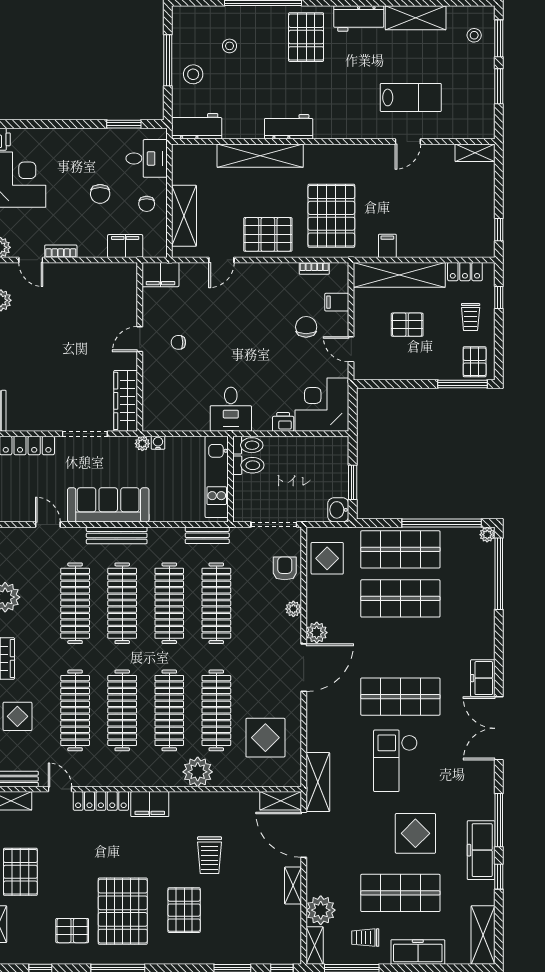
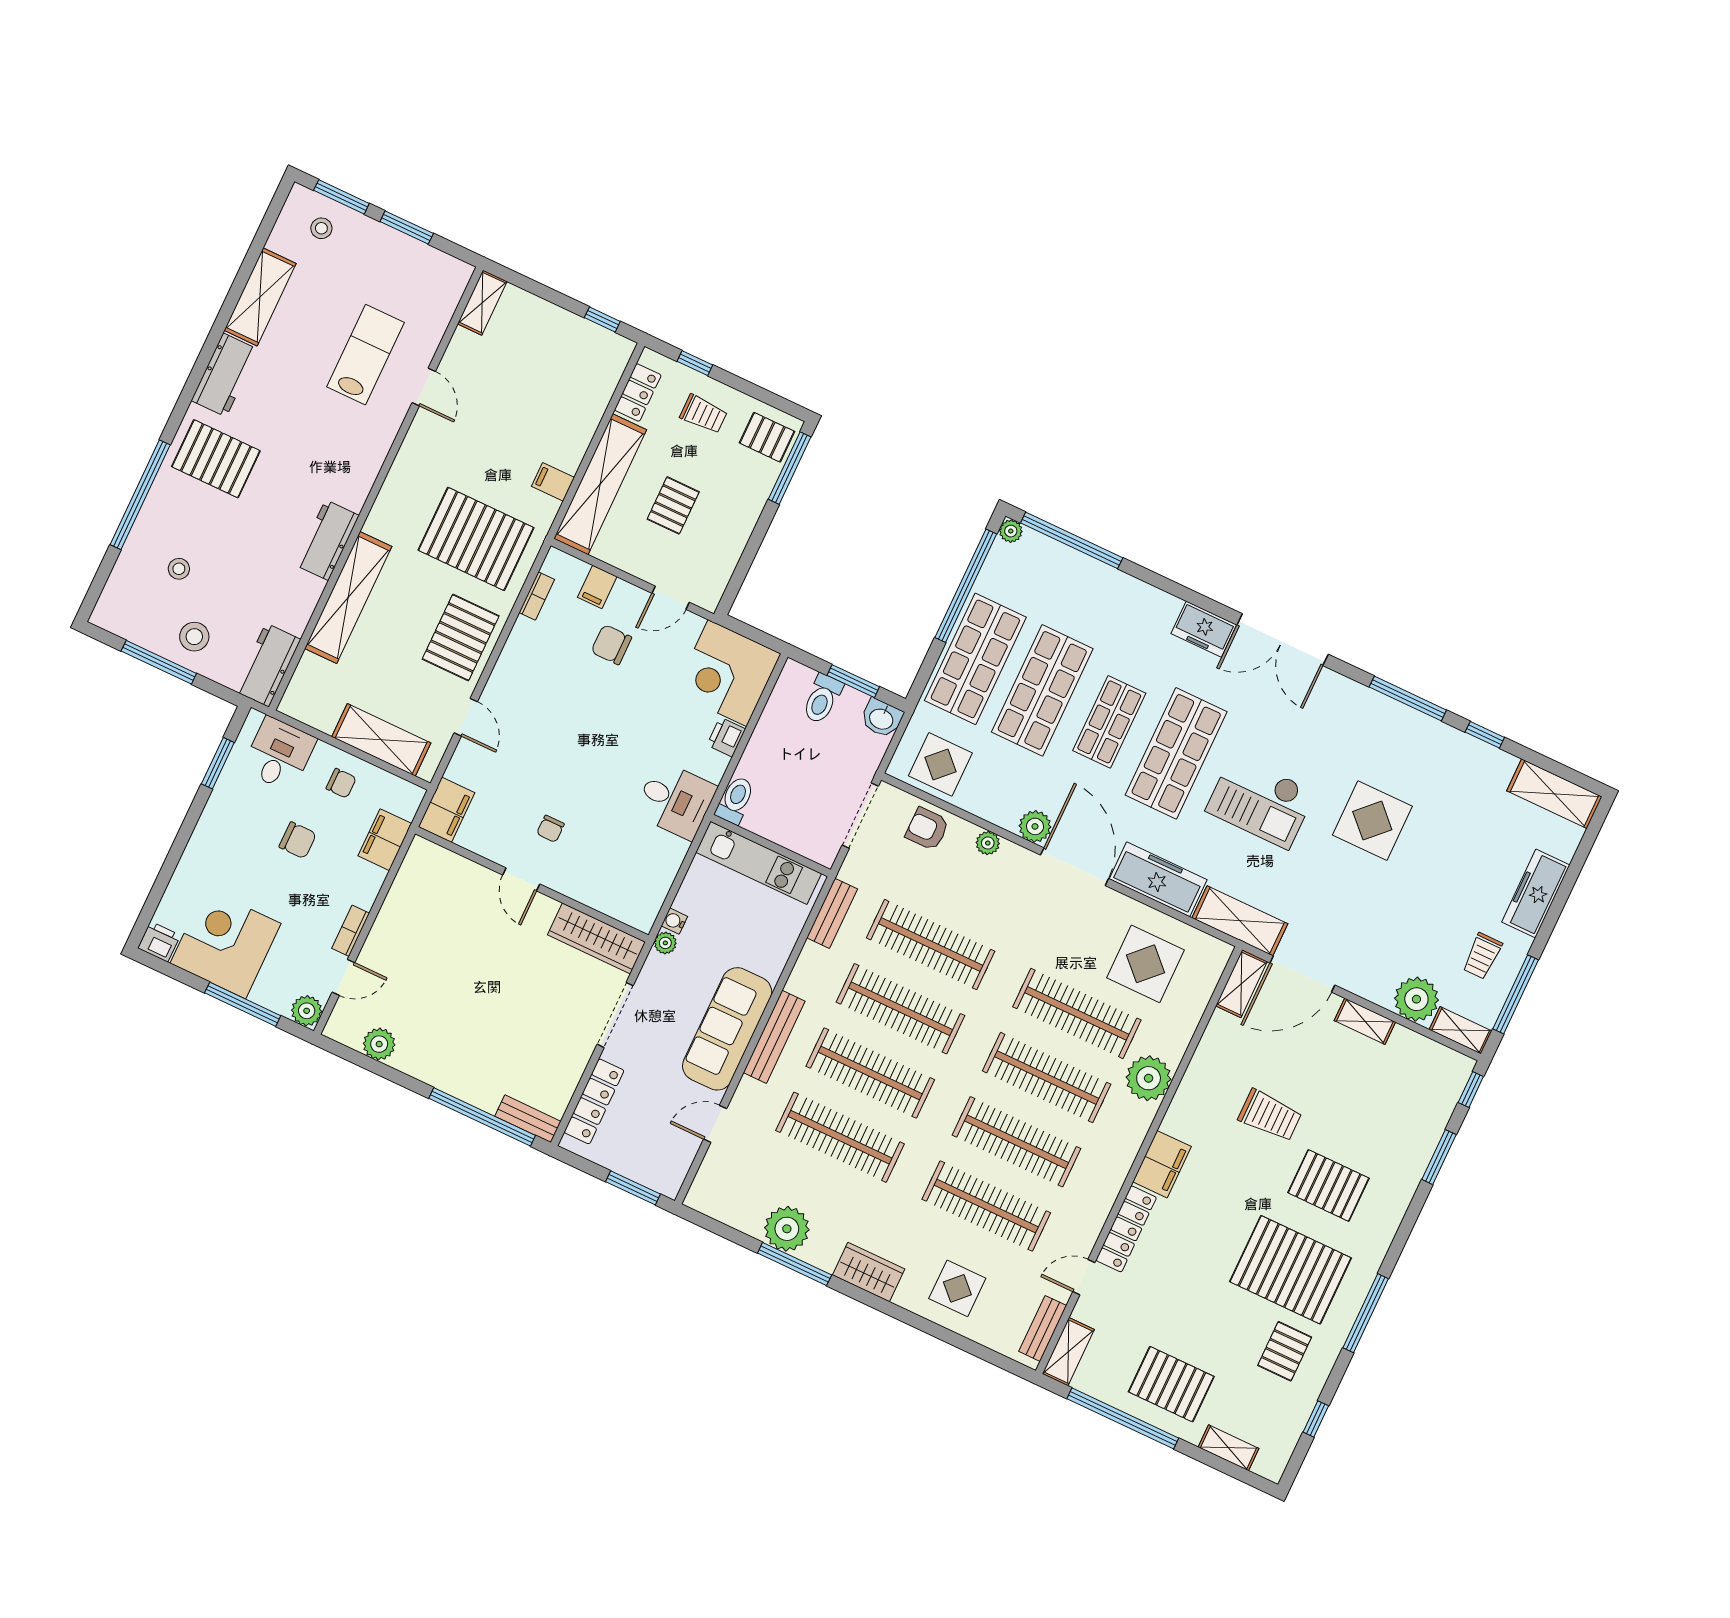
toilet: (248, 465) -> (822, 699), moved, turned 180
freezer: (481, 850) -> (1158, 879), moved, turned 180
shop shelf: (400, 893) -> (1109, 722), moved, width x0.70, depth x0.74

